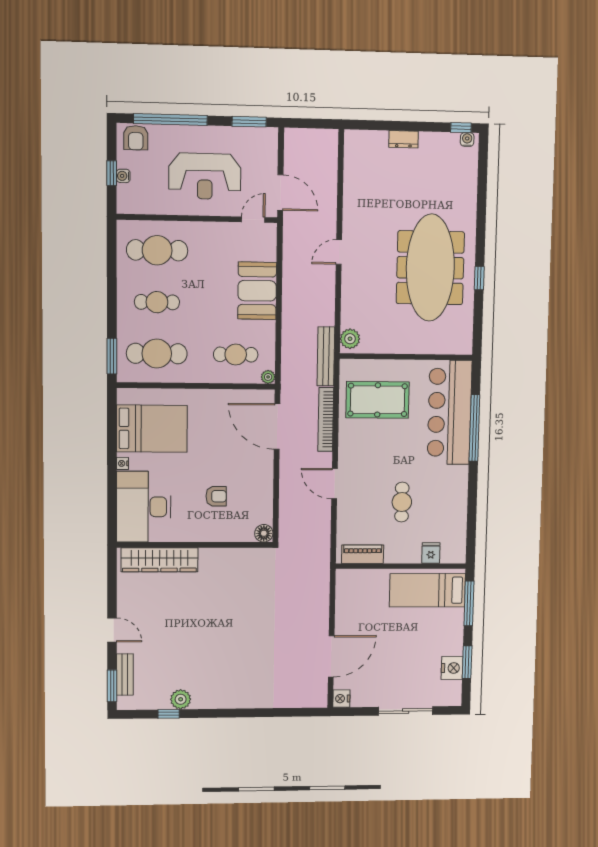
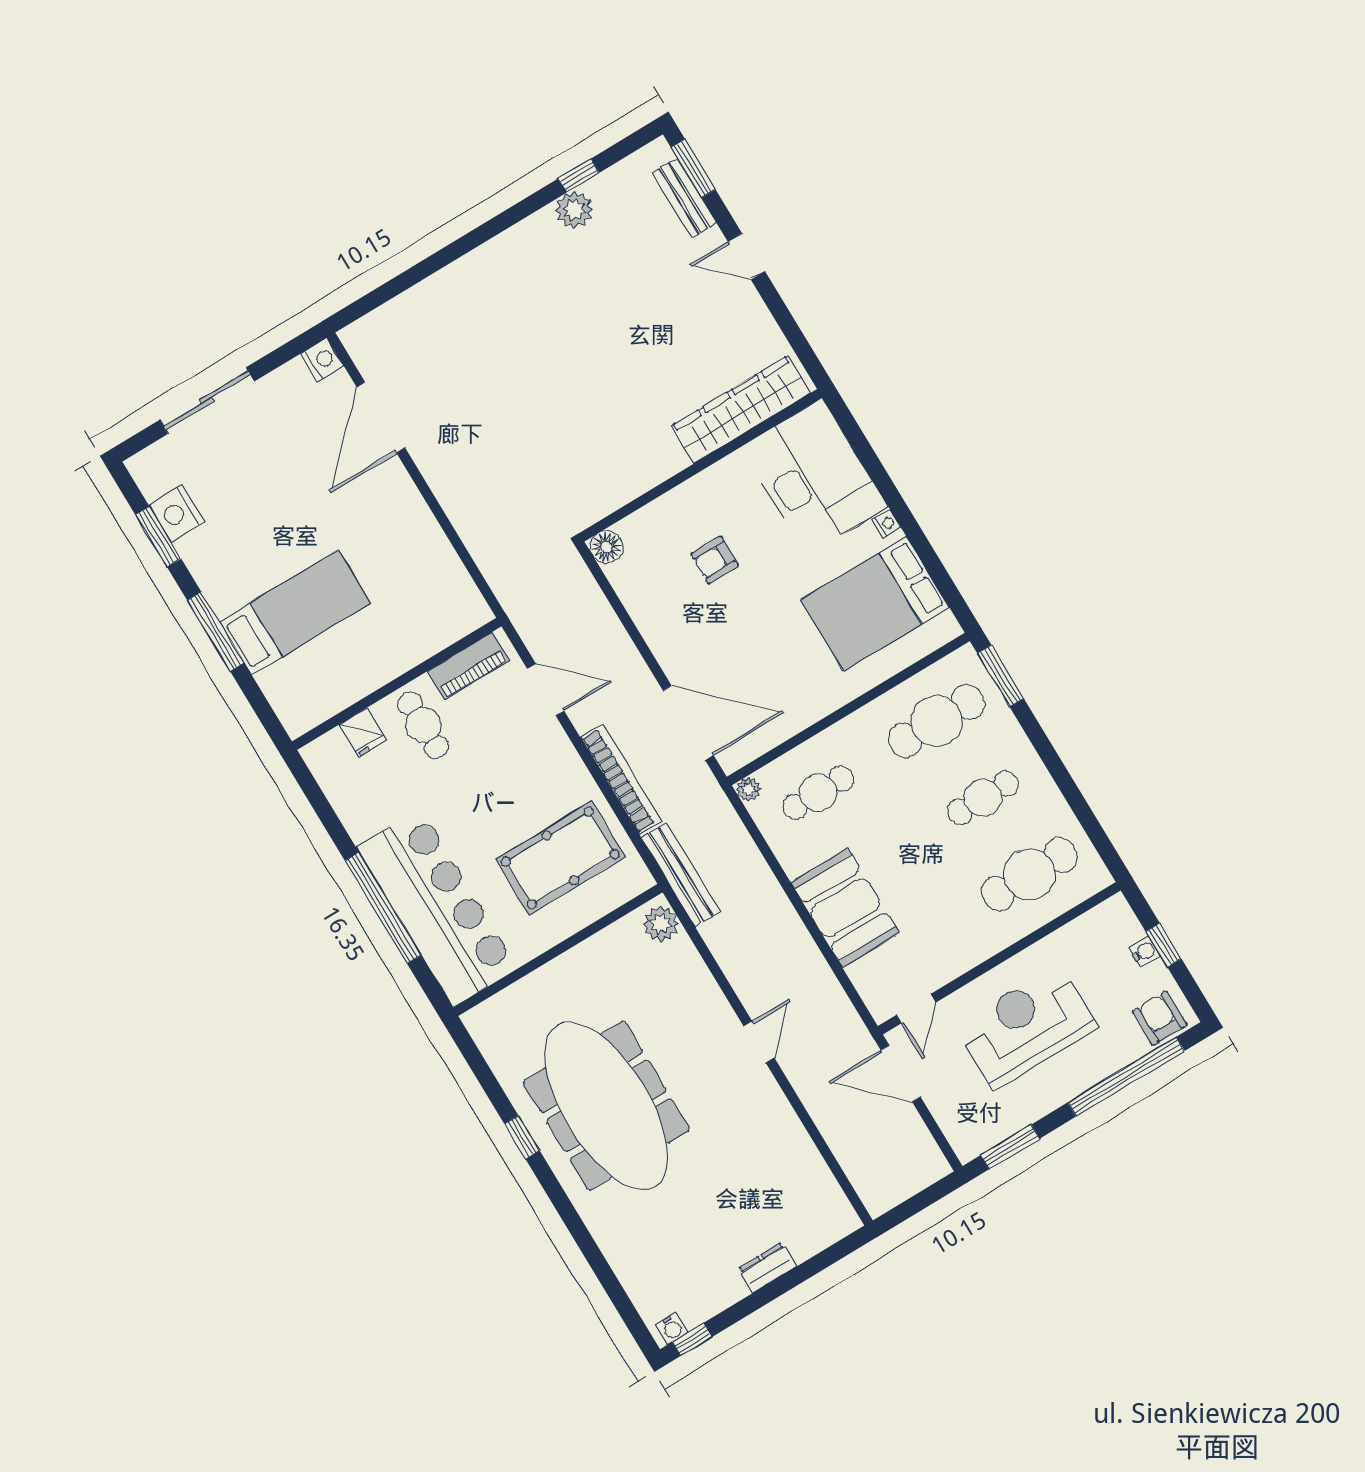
fridge: (431, 553) -> (363, 733), moved
piano: (363, 554) -> (469, 666), moved
wall: (401, 566) -> (397, 684), moved

